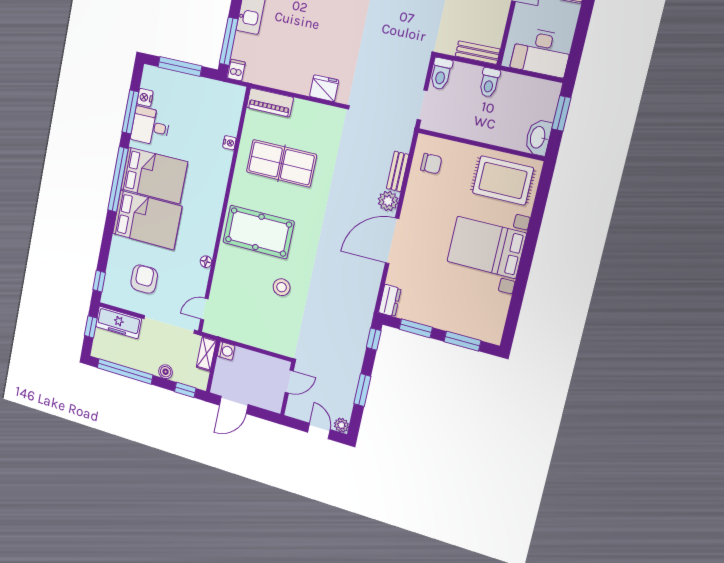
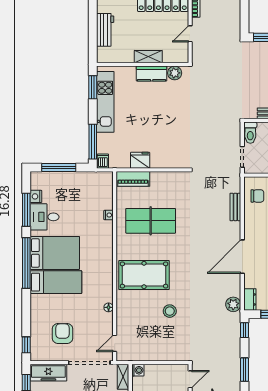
fridge: (324, 88) -> (140, 160), moved
plant: (388, 201) -> (233, 304), moved
bed: (147, 220) -> (56, 282), width x0.67

